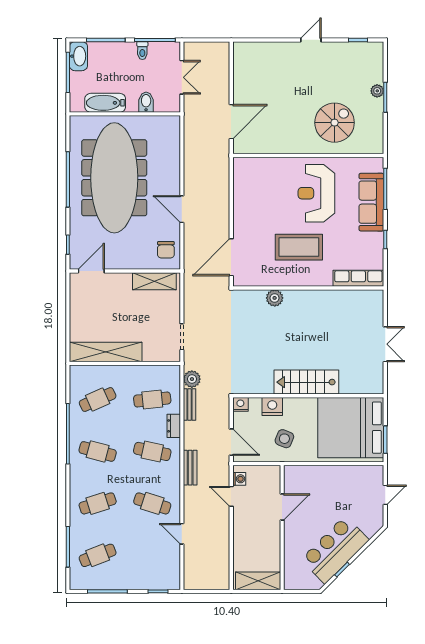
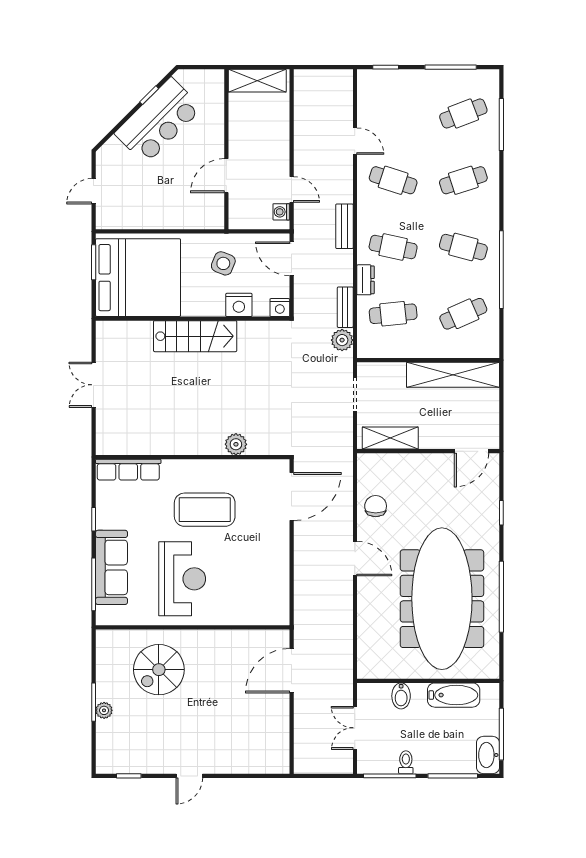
door: (91, 271) -> (471, 451), moved
wall: (125, 271) -> (428, 451), moved
shelving: (154, 281) -> (390, 438), moved

